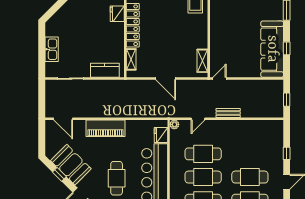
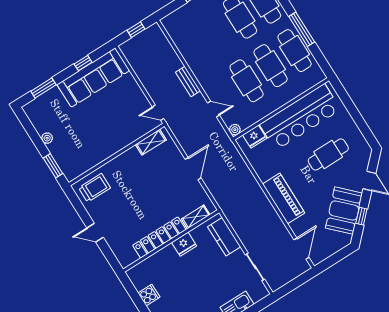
fridge: (117, 14) -> (184, 244), moved

